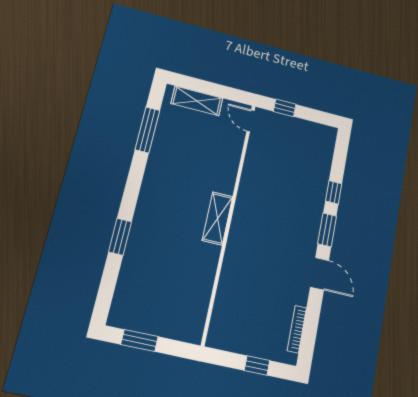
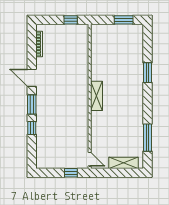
window: (257, 365) -> (71, 20), moved

